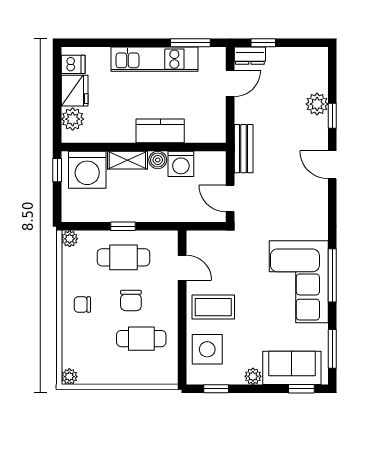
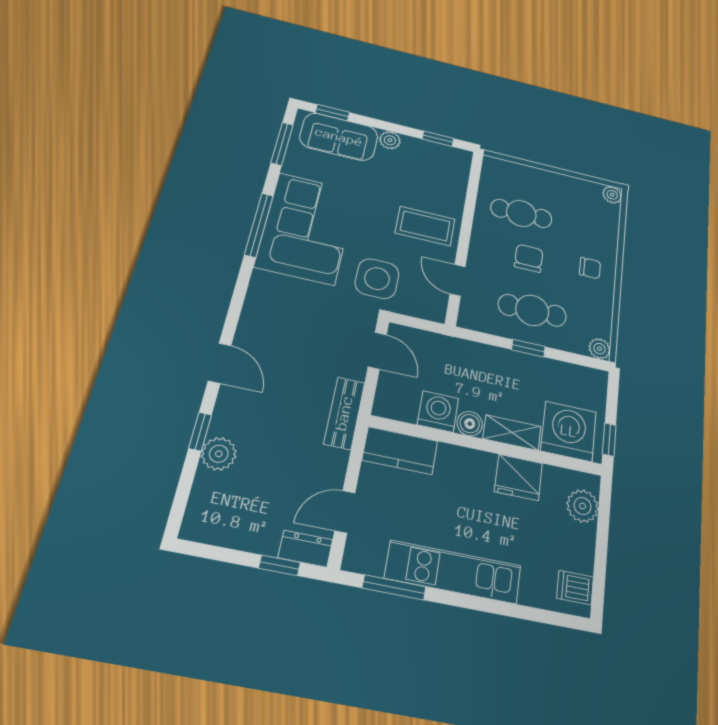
fridge: (75, 91) -> (519, 477), moved, turned -90
kitchen counter: (160, 131) -> (400, 451), moved
side table: (207, 349) -> (377, 279), moved

